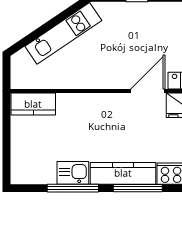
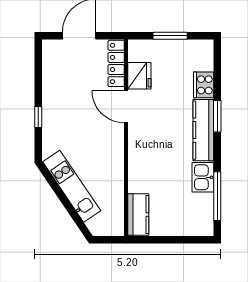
window: (73, 188) -> (217, 196), moved
window: (138, 188) -> (217, 116), width x0.69

